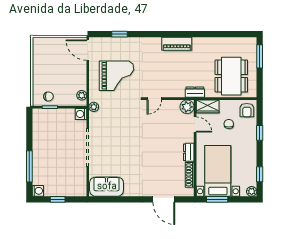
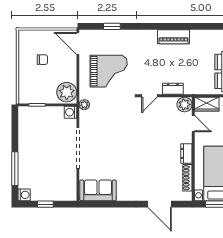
dresser: (195, 92) -> (173, 89), moved
plant: (82, 95) -> (67, 92), width x1.88, depth x1.88
chair: (48, 96) -> (42, 60), moved

